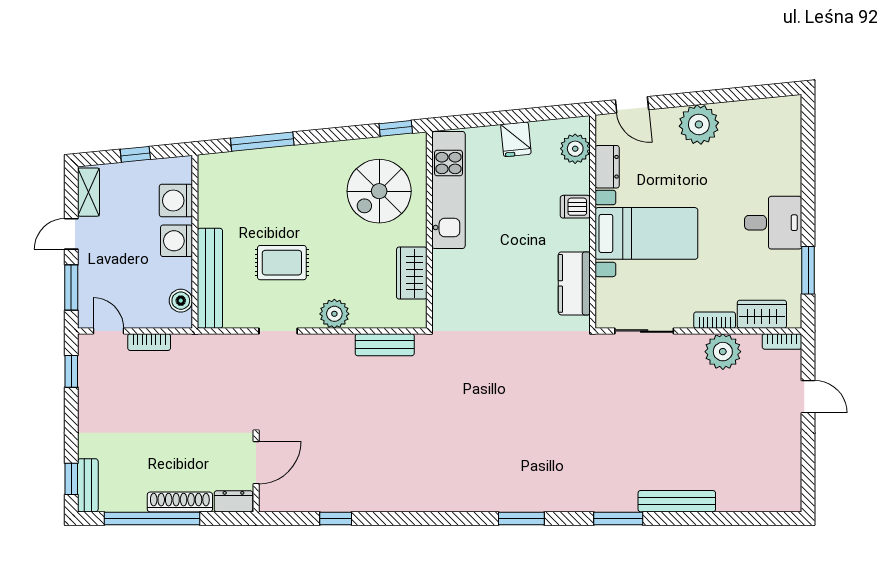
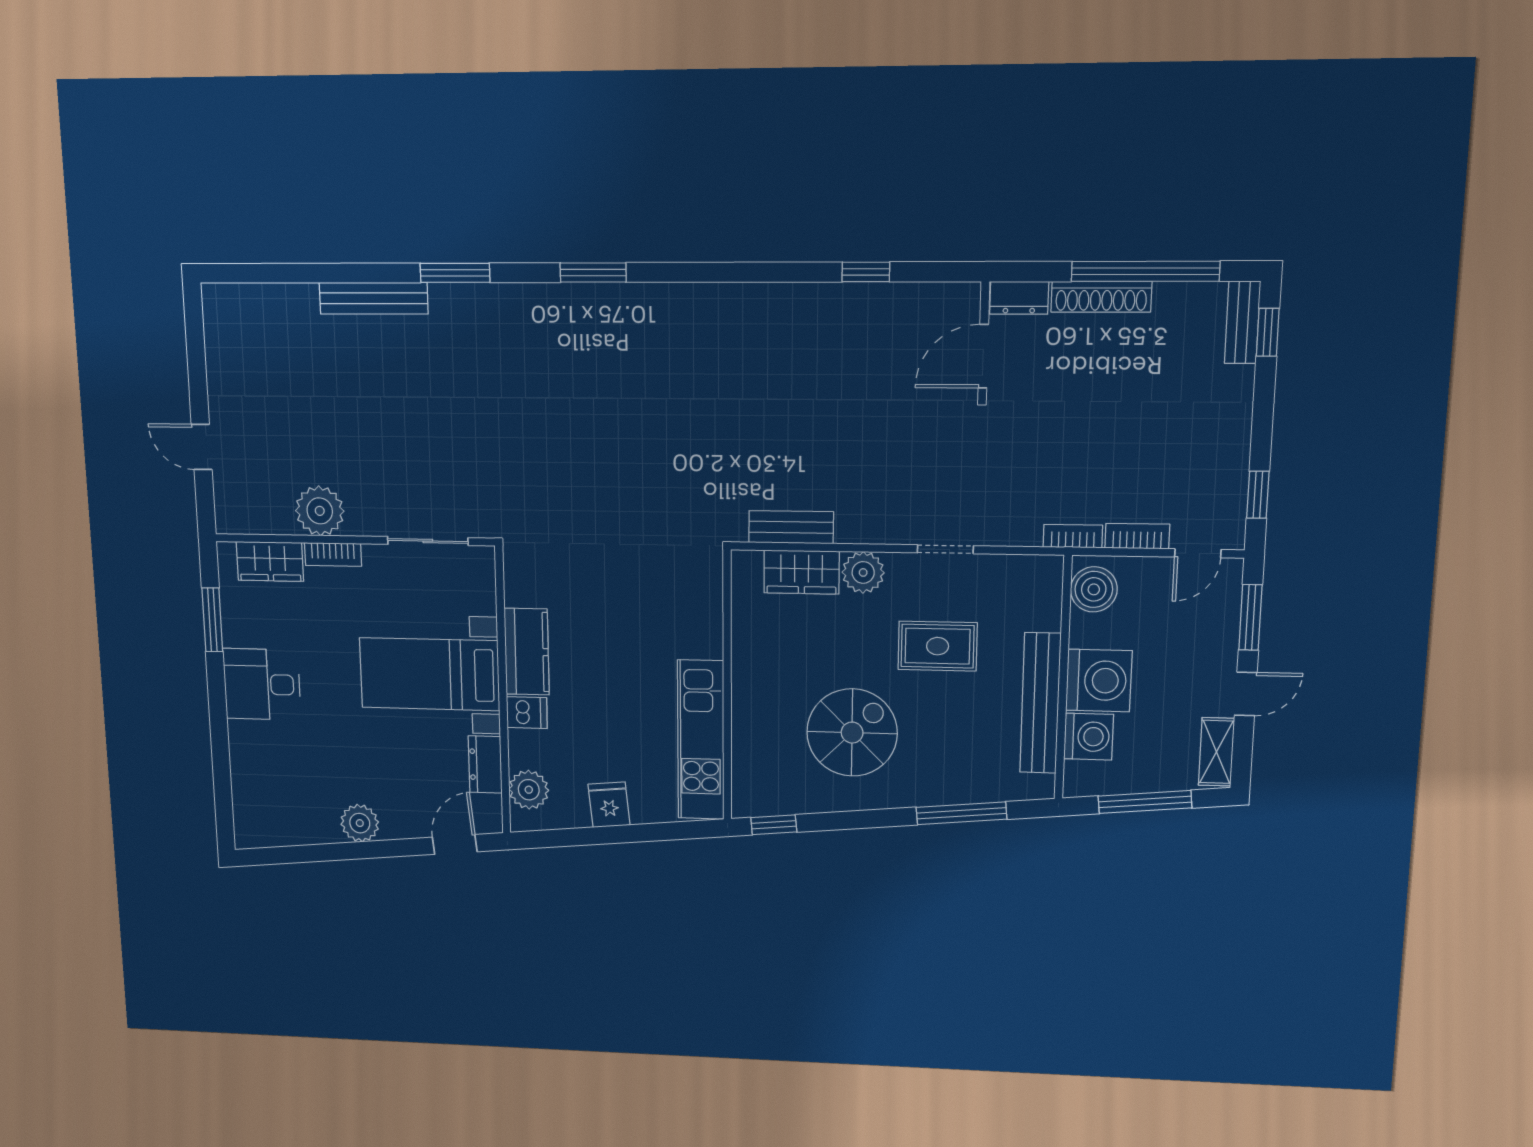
door: (632, 105) -> (455, 844), hinge flipped
plant: (699, 124) -> (360, 823), width x0.73, depth x0.73
window: (135, 154) -> (1145, 802), width x2.17
spiral stairs: (379, 191) -> (852, 733), moved
washing machine: (176, 241) -> (1099, 681), width x1.37, depth x1.37
wardrobe: (412, 273) -> (801, 572), moved, turned 90
bench: (210, 278) -> (1040, 703), moved
kitchen counter: (574, 283) -> (527, 652), moved
boiler: (181, 301) -> (1094, 589), width x1.36, depth x1.36
door: (108, 331) -> (1198, 553), hinge flipped
bookcase: (782, 341) -> (1073, 536), moved

